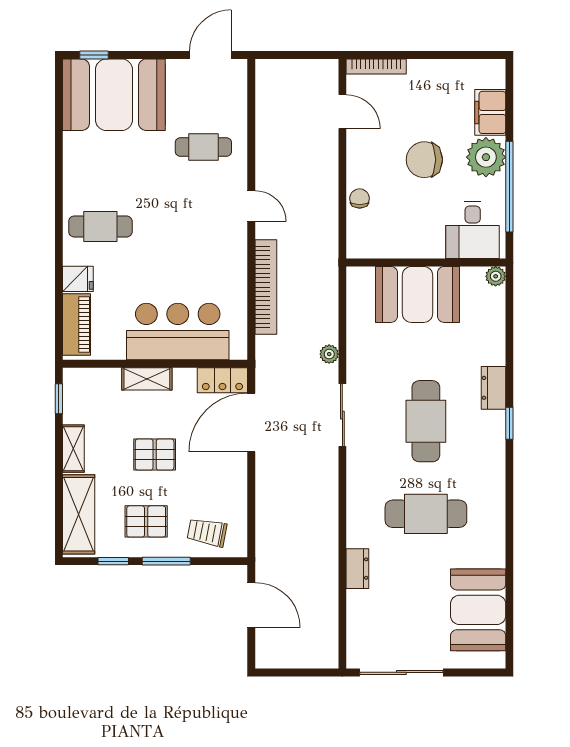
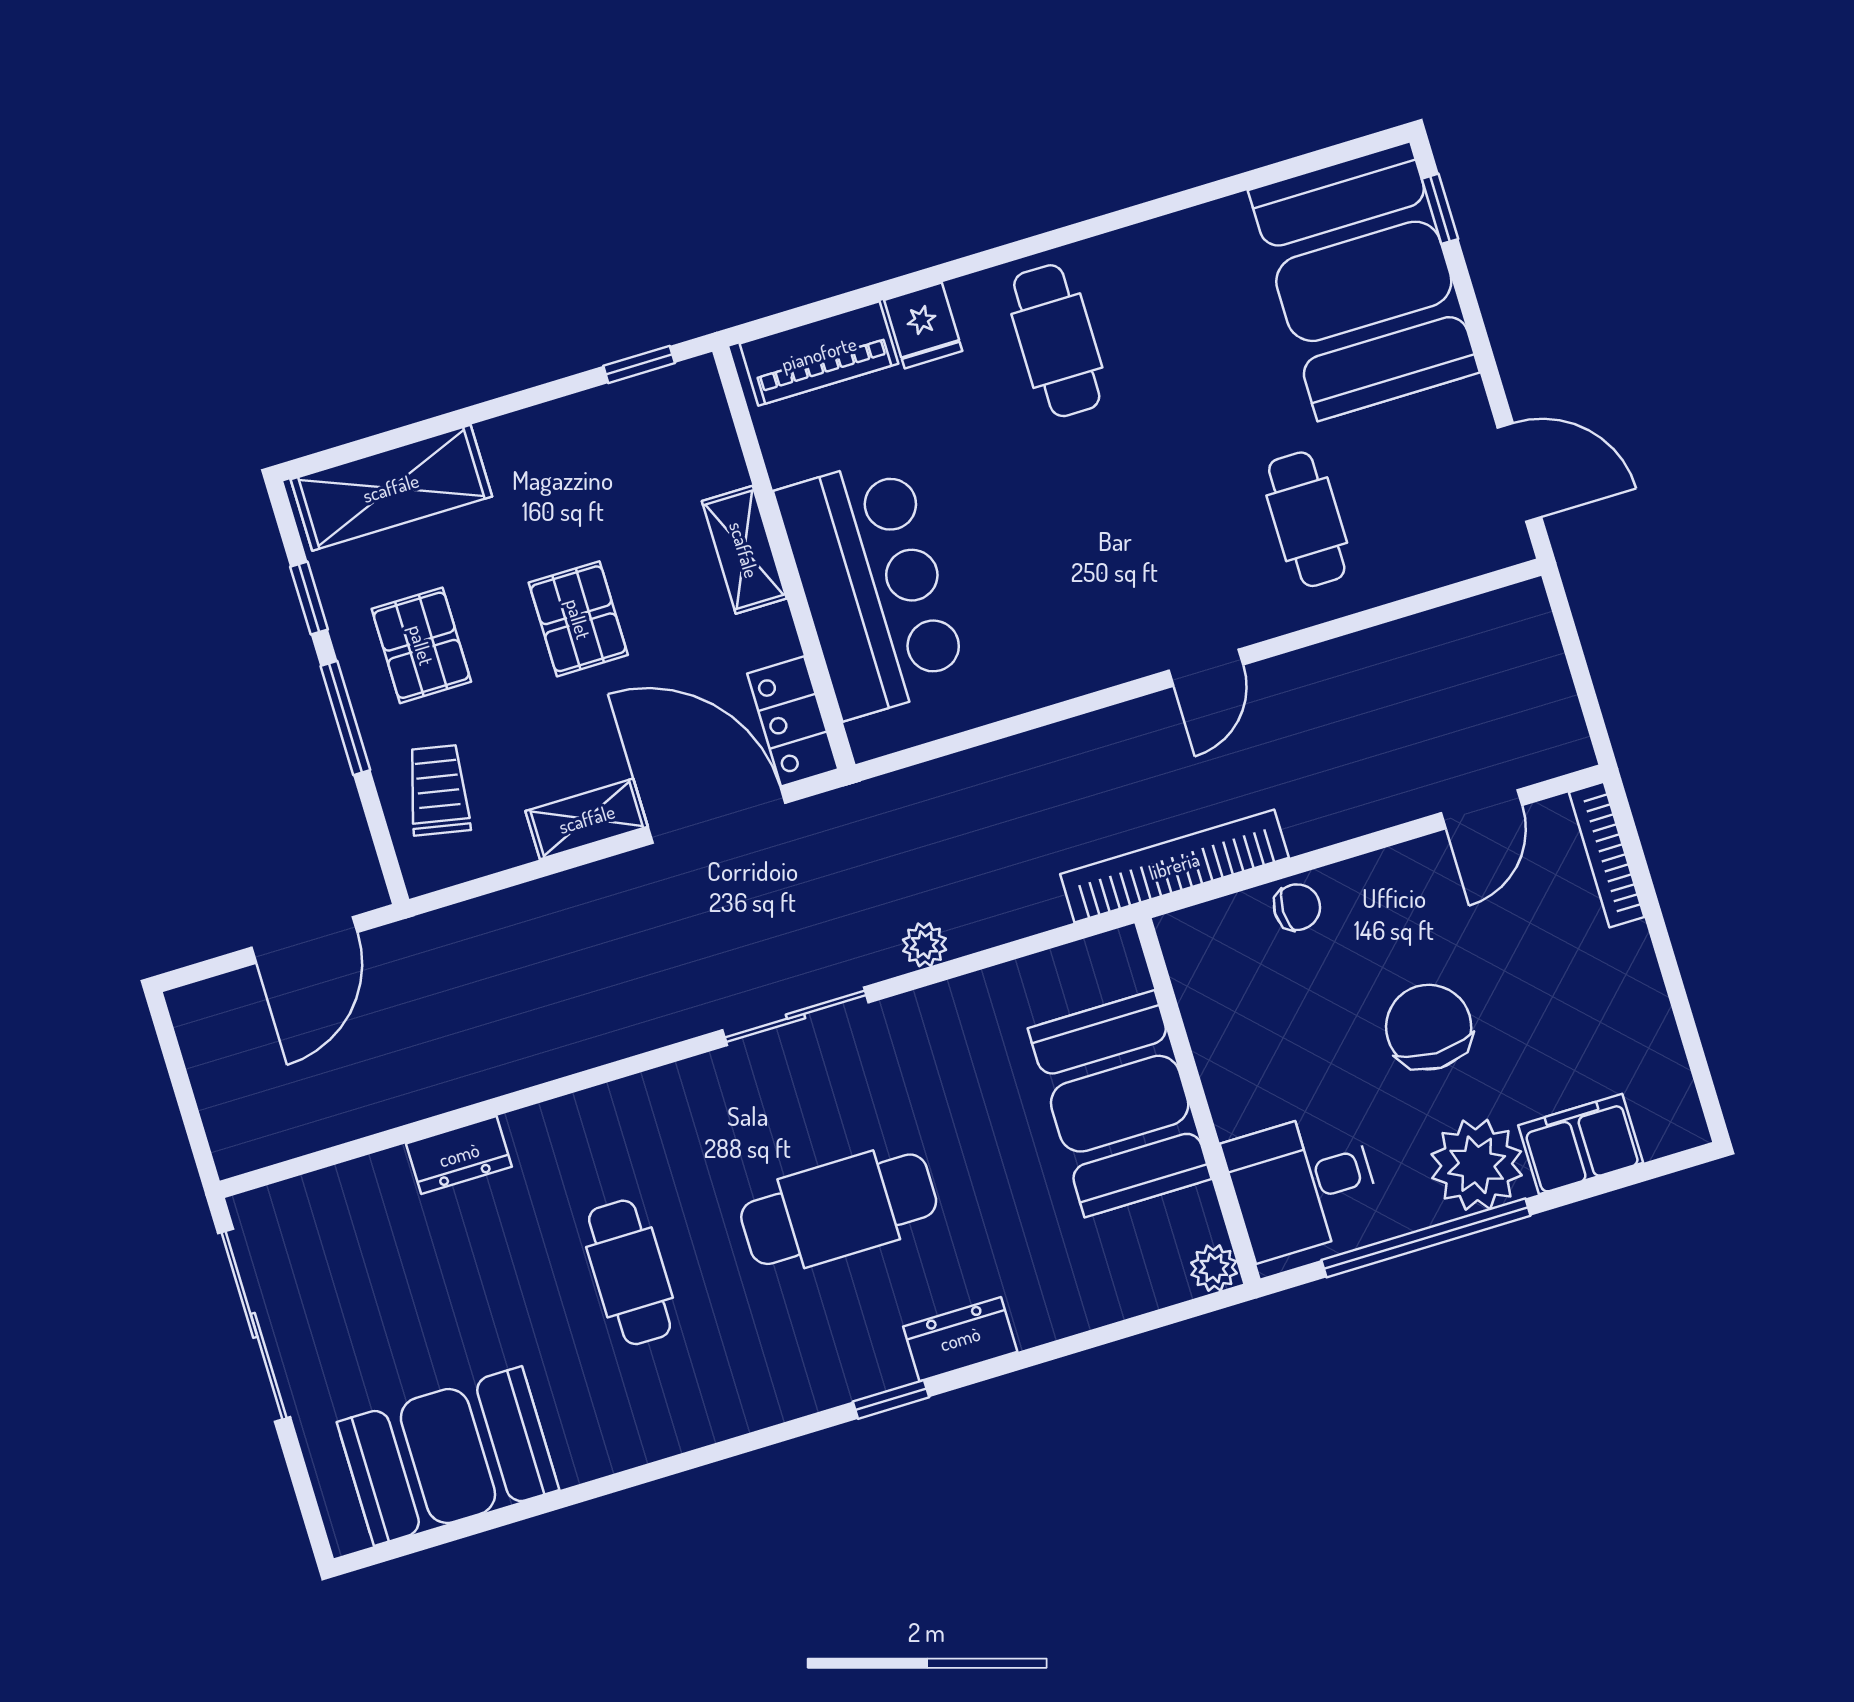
bookcase: (266, 287) -> (1174, 866), moved, turned 180
shelving: (73, 449) -> (587, 819), moved
cafe table: (426, 514) -> (630, 1272), width x0.73, depth x0.74

